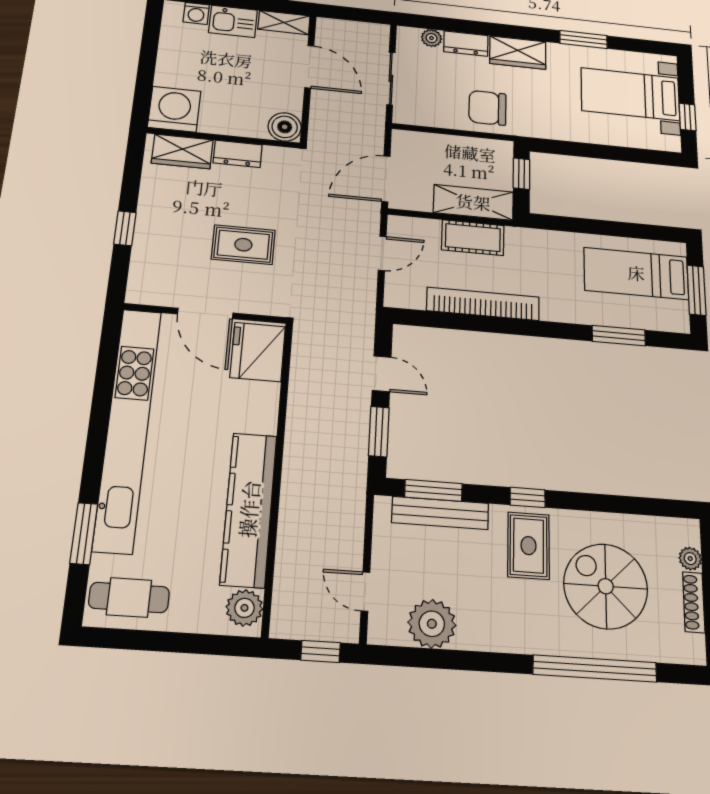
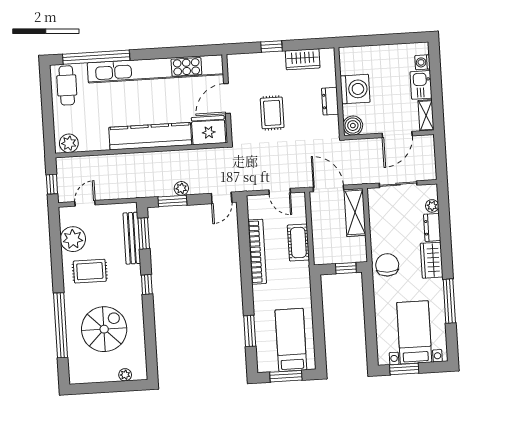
window: (583, 40) -> (449, 301), width x1.44
chair: (487, 108) -> (387, 265), moved
washing machine: (174, 109) -> (355, 89), moved
window: (688, 117) -> (404, 369), width x1.50
wardrobe: (182, 151) -> (303, 59), moved, turned -90
shelving: (473, 202) -> (355, 212), moved
door: (382, 374) -> (222, 198), moved
plant: (358, 413) -> (181, 188), added
kitchen counter: (249, 509) -> (150, 136), moved
window: (84, 534) -> (96, 57), width x2.11
rug: (528, 546) -> (90, 271), moved
shoe rack: (694, 602) -> (102, 377), removed

